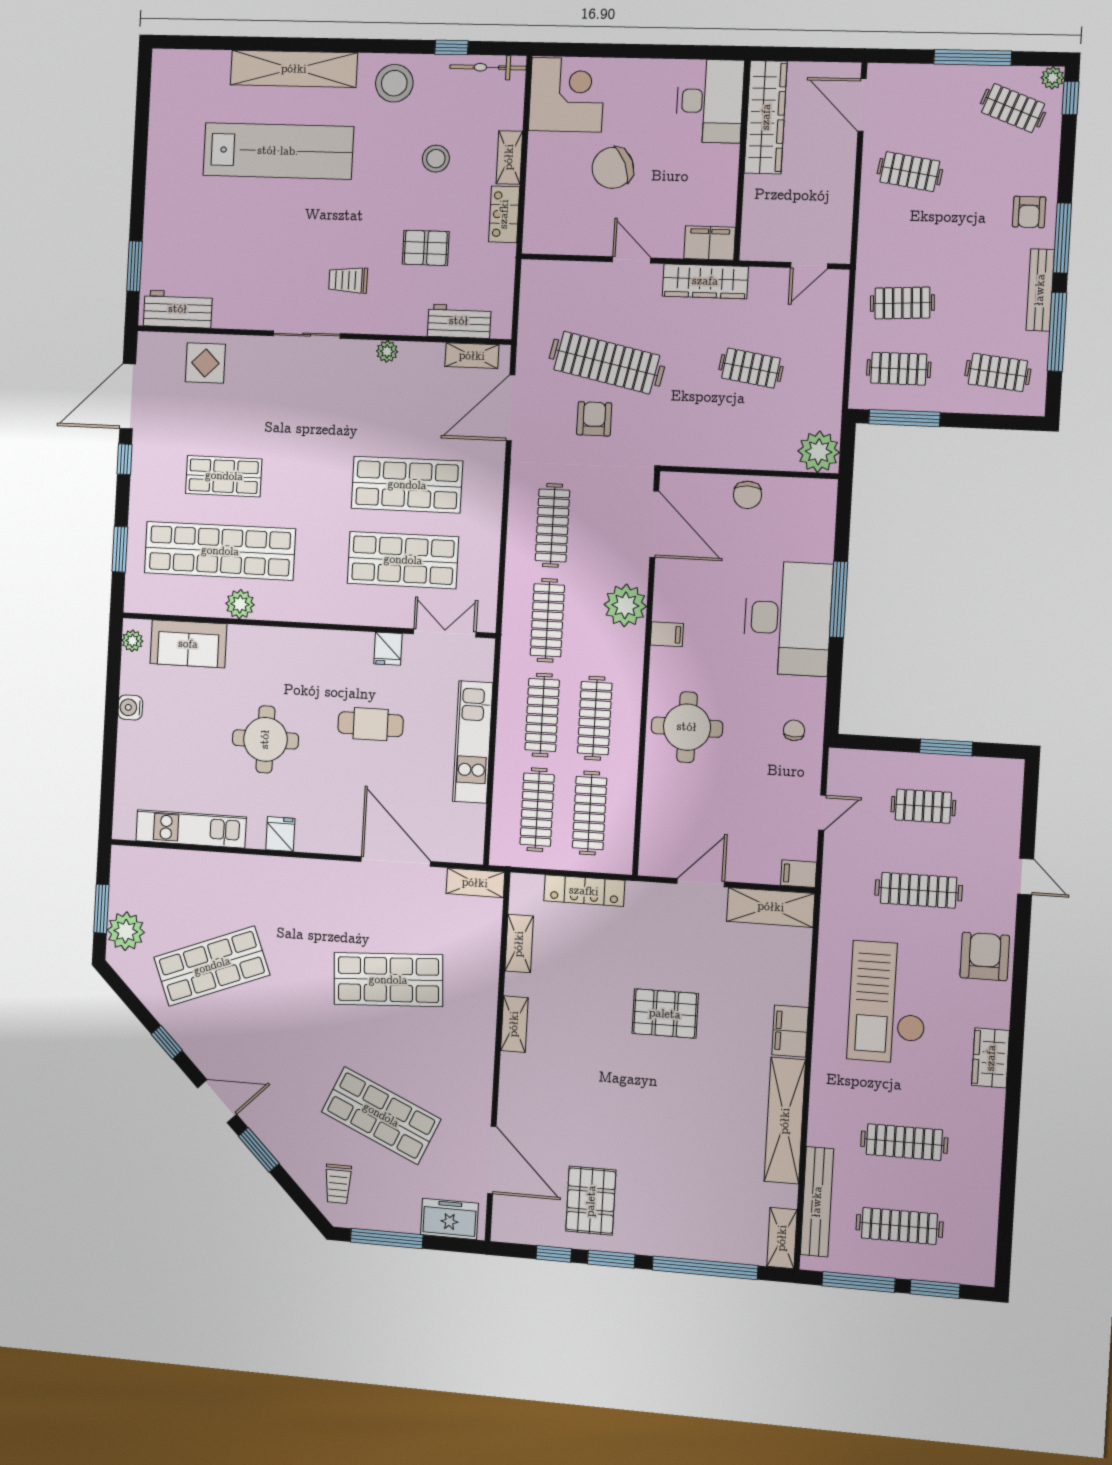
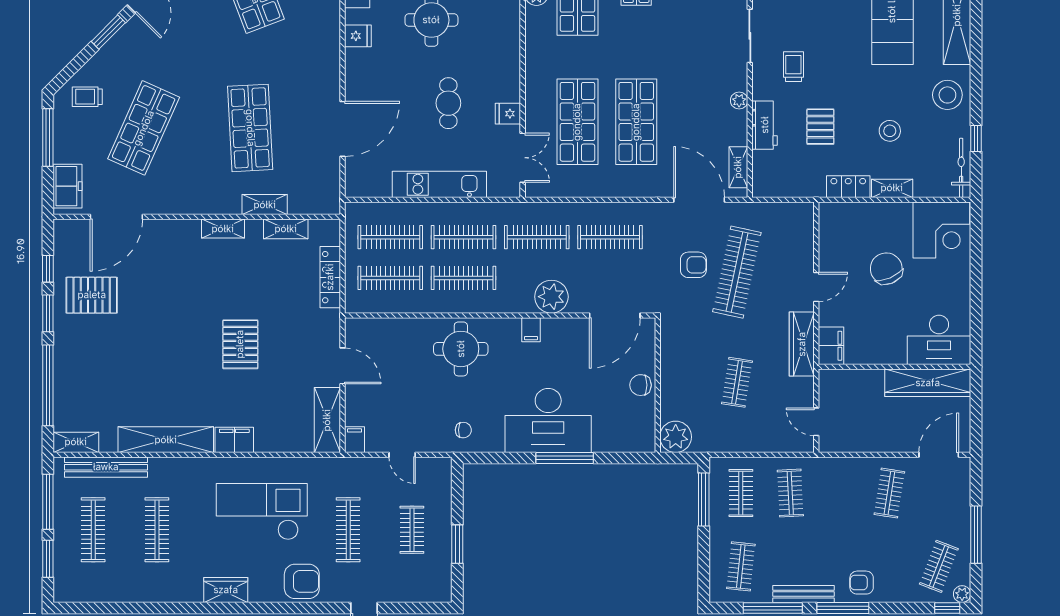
workbench: (459, 321) -> (765, 125), moved
shelving: (475, 883) -> (265, 205), moved, turned 90

